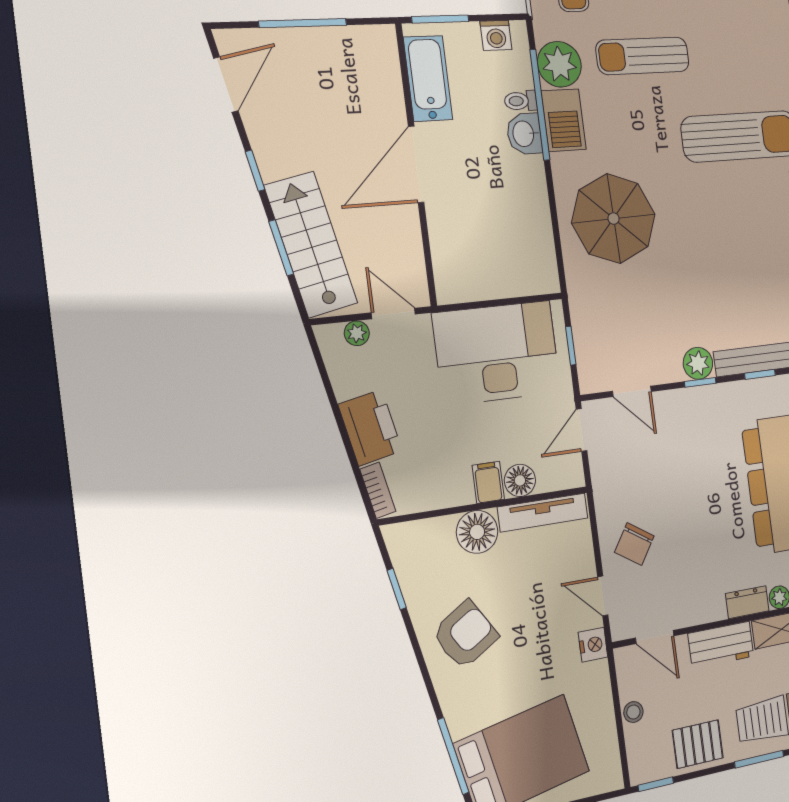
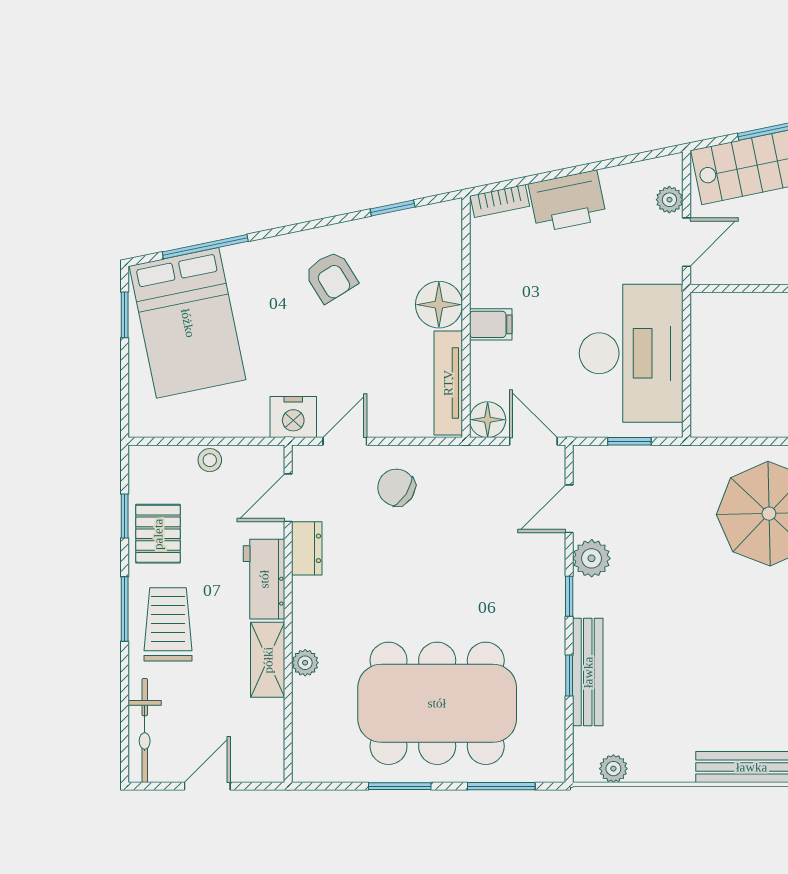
plant: (698, 363) -> (592, 558), moved
floor lamp: (520, 480) -> (488, 420), moved
dresser: (747, 602) -> (307, 548), moved
armchair: (465, 635) -> (331, 277), width x0.72, depth x0.72
nightstand: (593, 645) -> (293, 417), width x1.36, depth x1.33
window: (656, 784) -> (125, 516), moved

